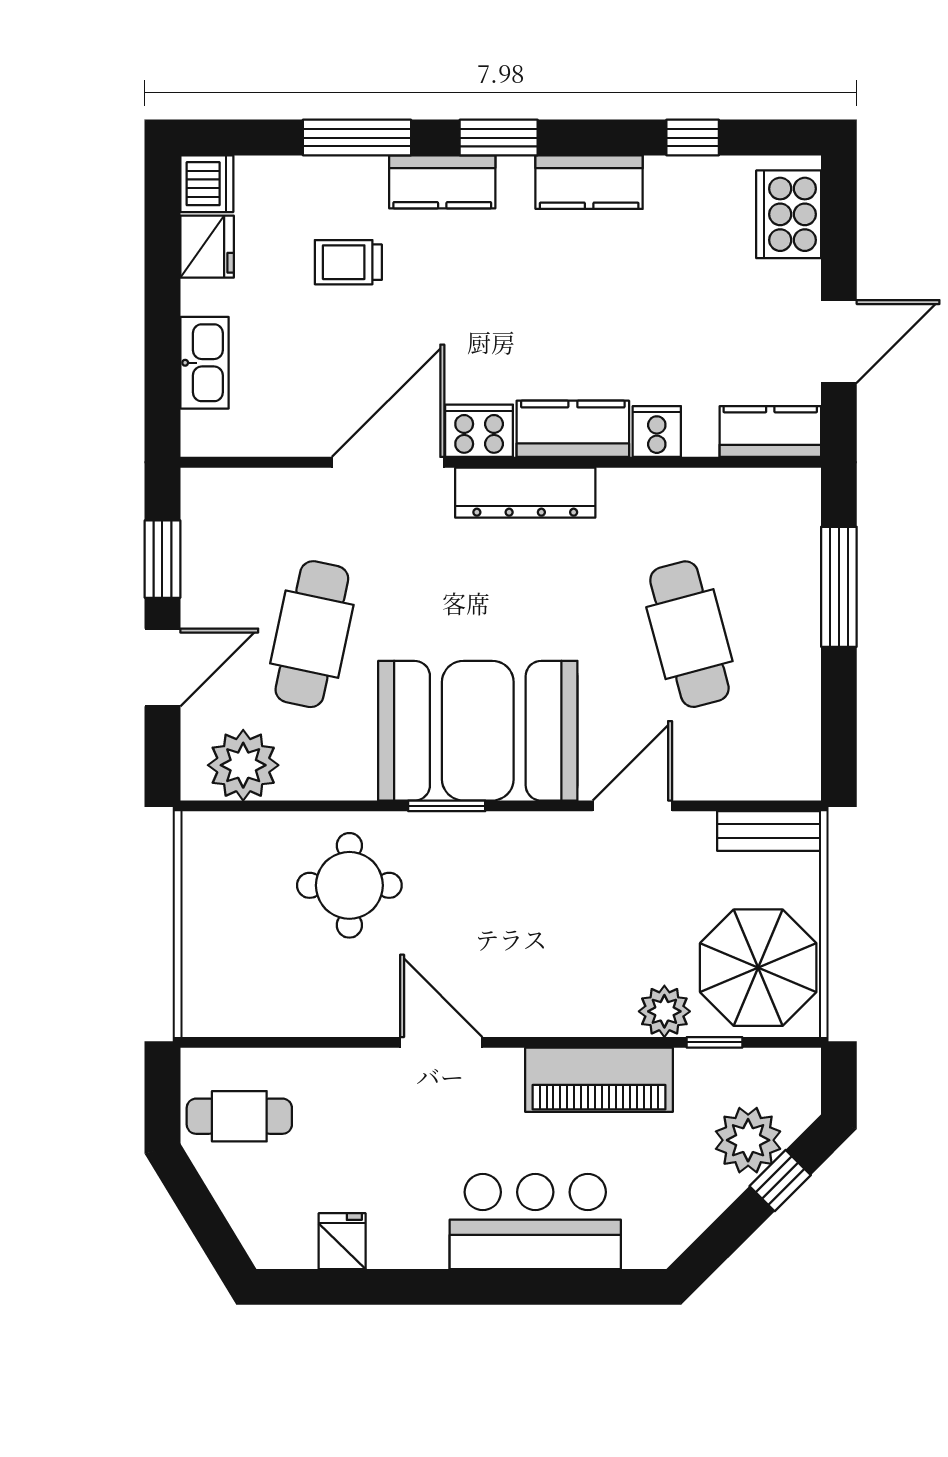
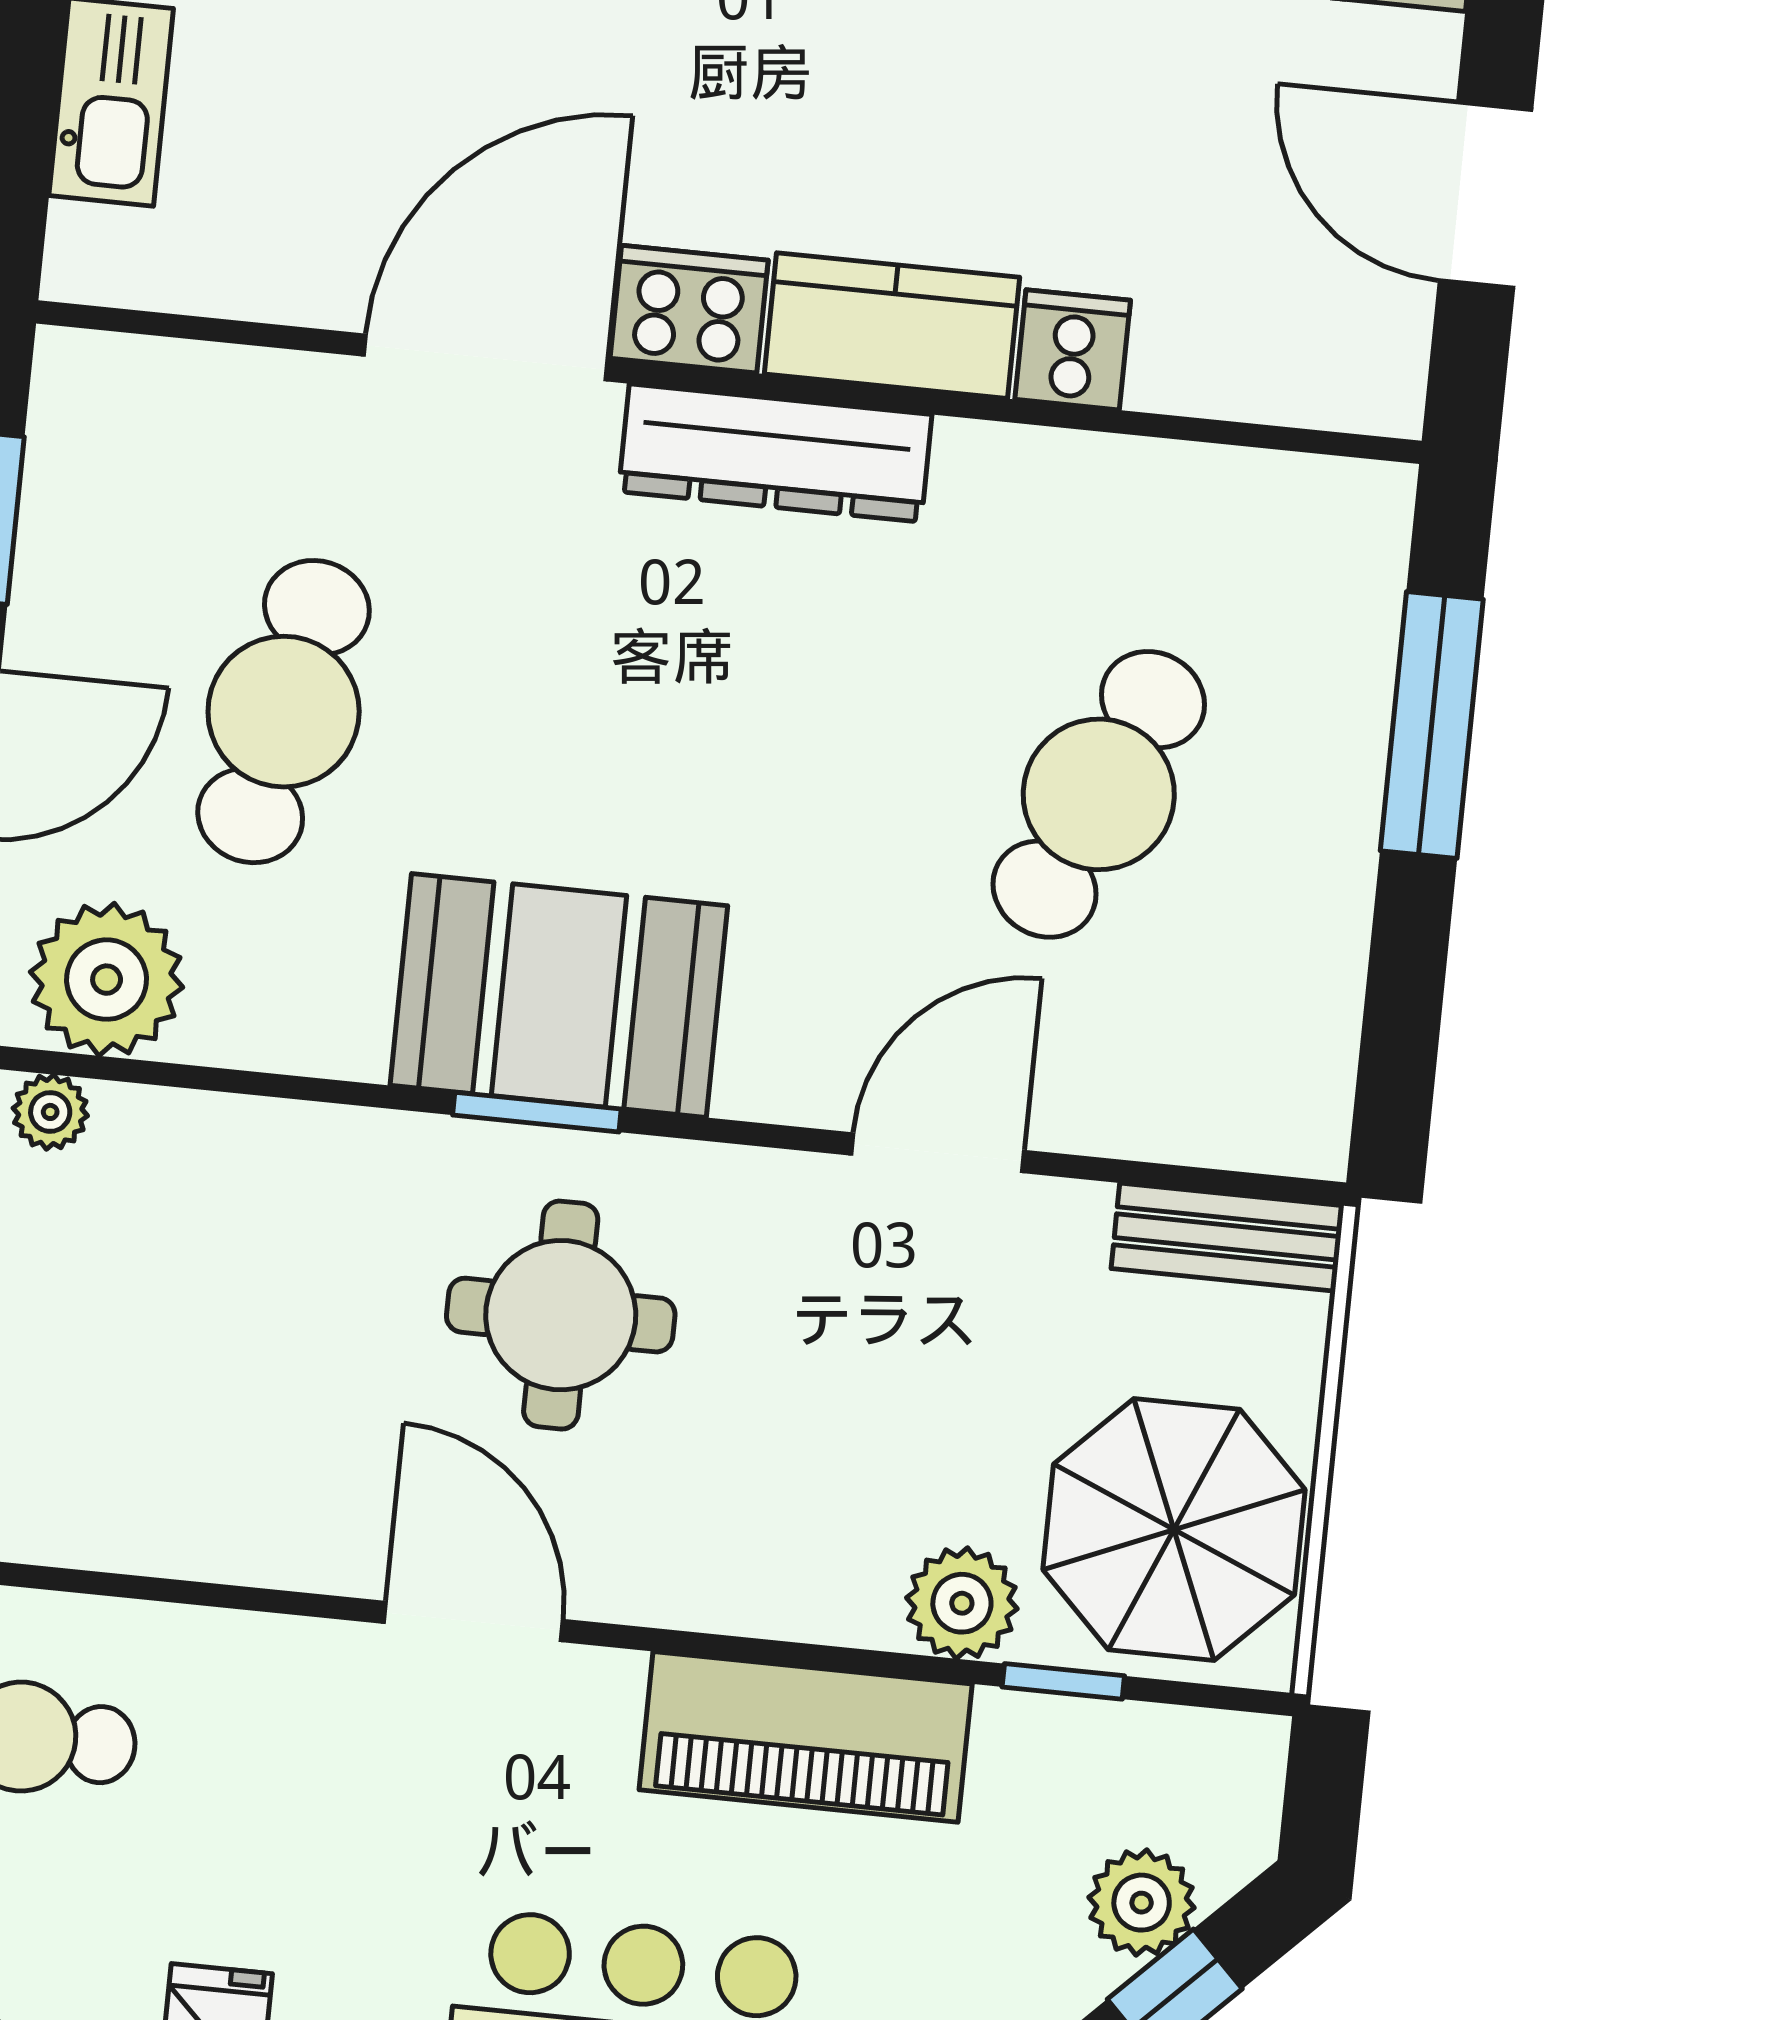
door: (839, 341) -> (1486, 195), swing flipped
kitchen counter: (770, 432) -> (1318, 375), removed
cafe table: (689, 634) -> (1099, 794), turned 39
booth: (478, 731) -> (559, 996), width x0.73, depth x0.70
plant: (224, 829) -> (50, 1112), added
round table: (349, 885) -> (561, 1315), moved
plant: (748, 1140) -> (1142, 1903), width x0.73, depth x0.73

